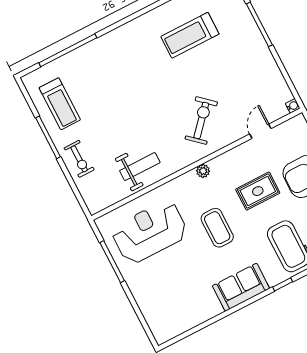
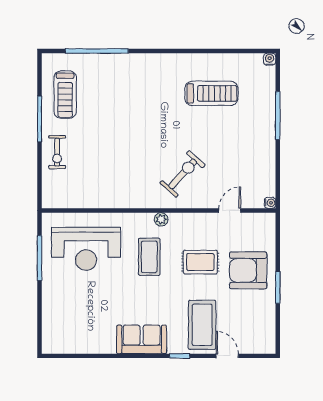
treadmill: (190, 35) -> (211, 93), turned 180
weight bench: (140, 167) -> (107, 187), removed
coffee table: (217, 228) -> (149, 257), moved
reception desk: (150, 232) -> (86, 249), turned 180

